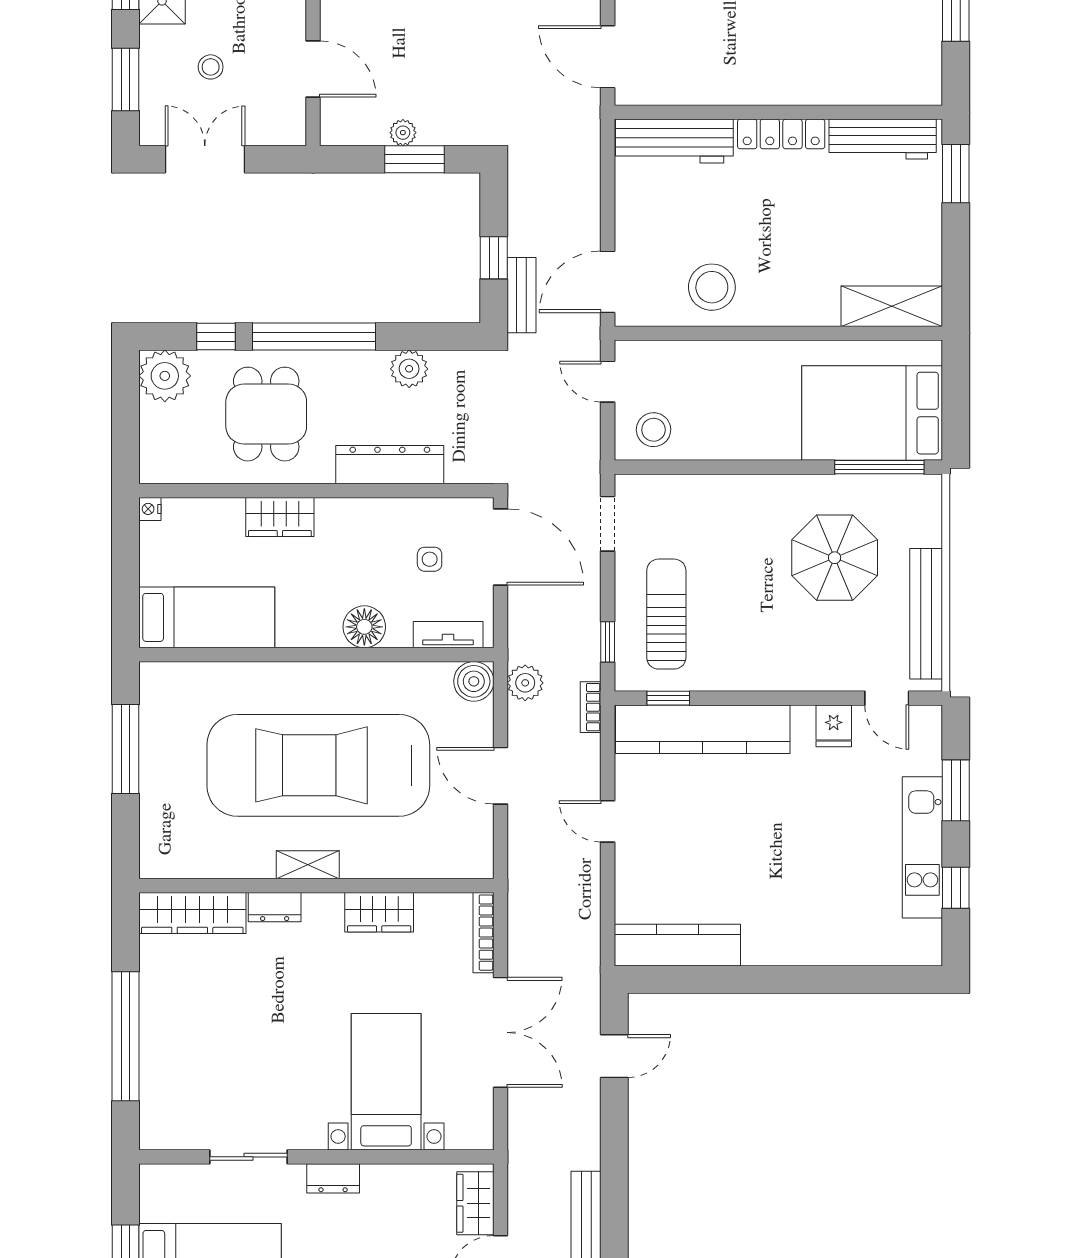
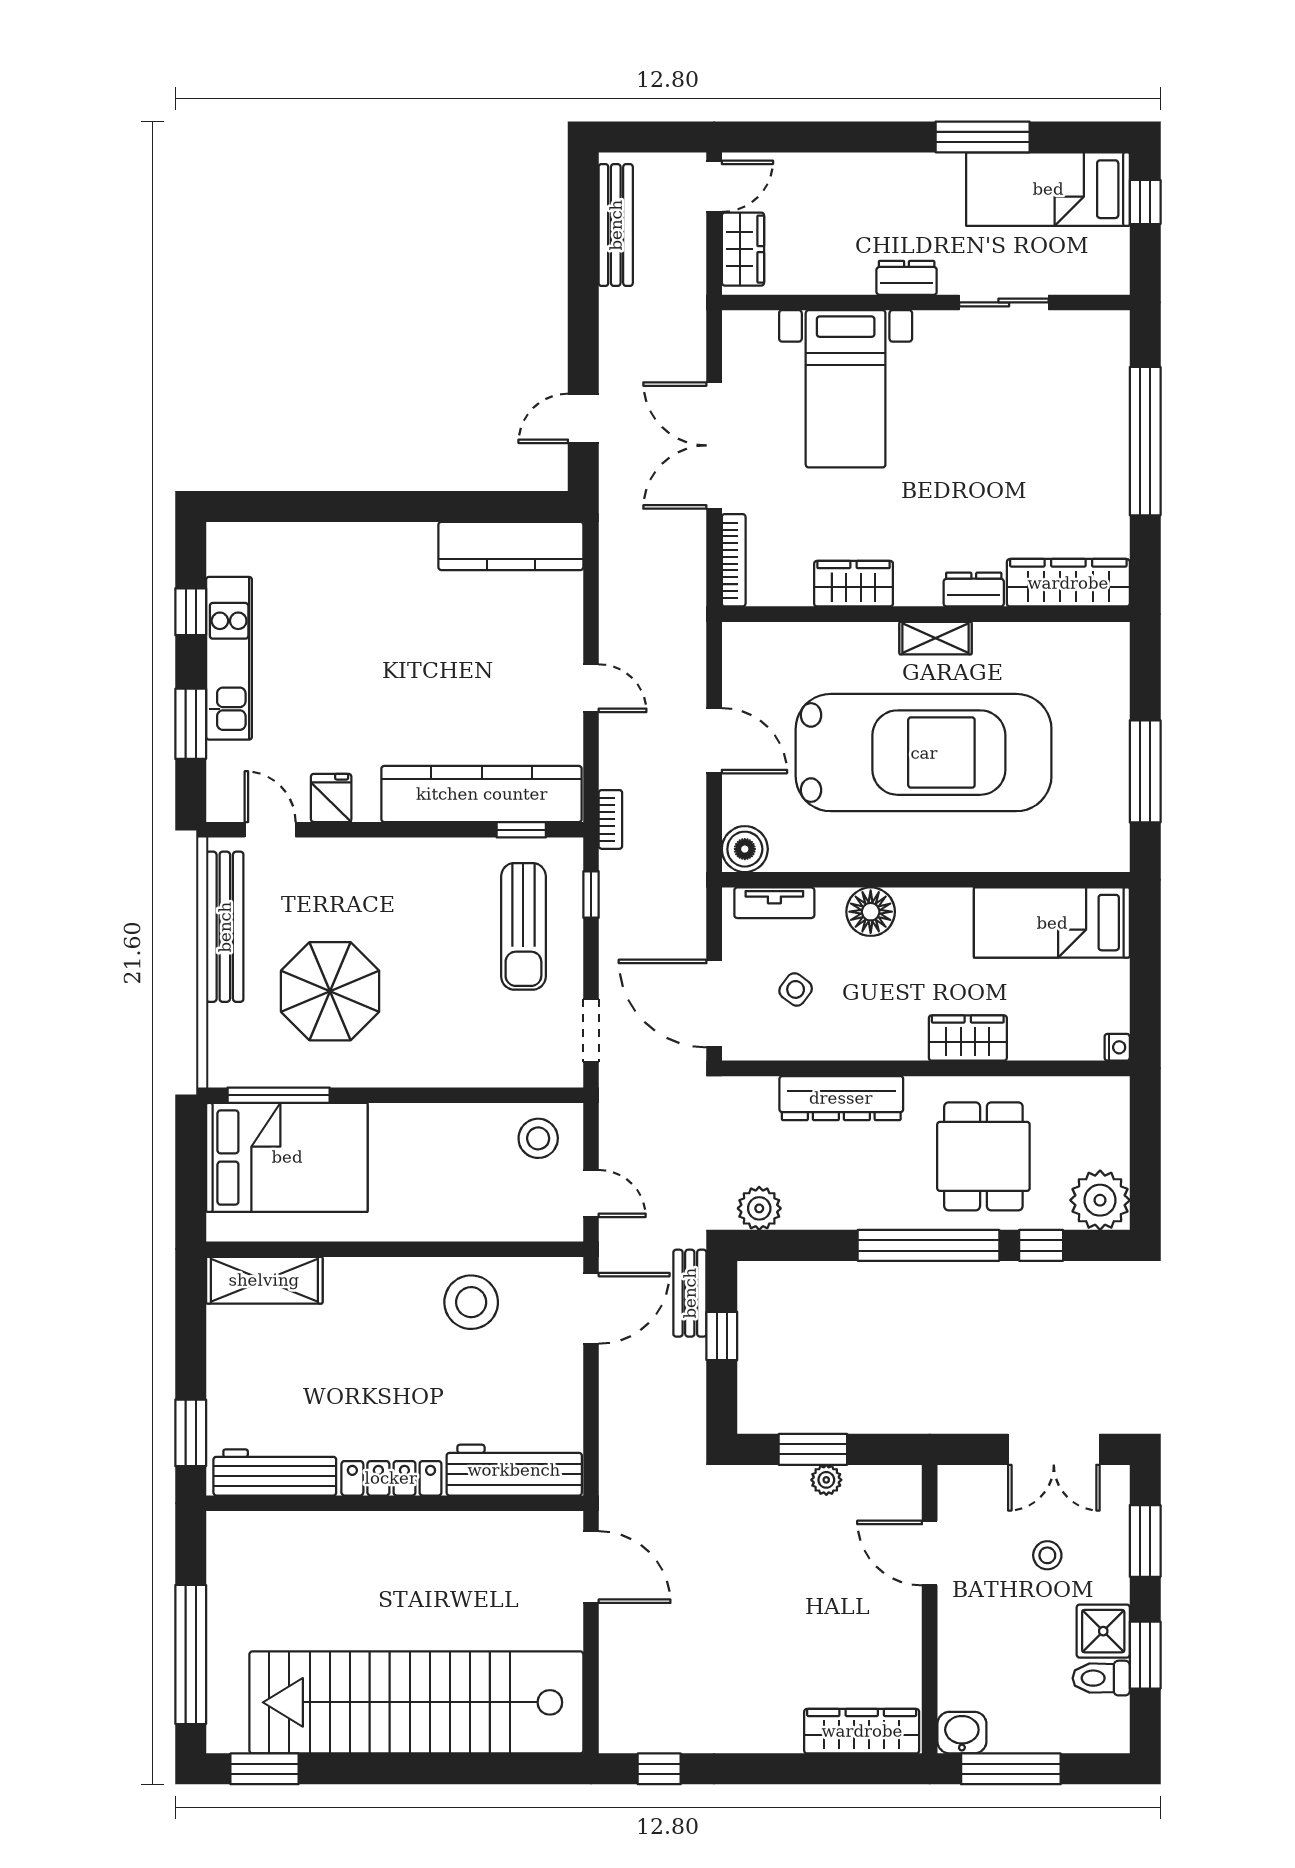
plant: (409, 369) -> (759, 1208), moved
side table: (430, 559) -> (796, 989), turned 37
plant: (525, 683) -> (686, 847), removed

